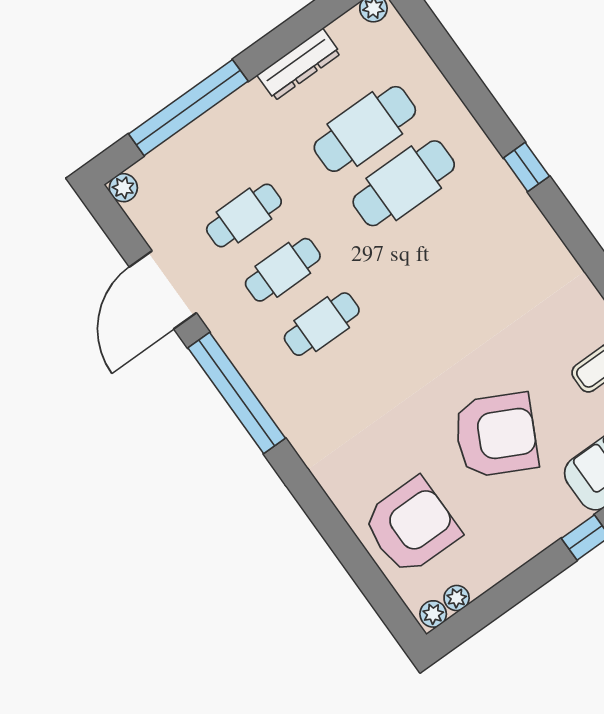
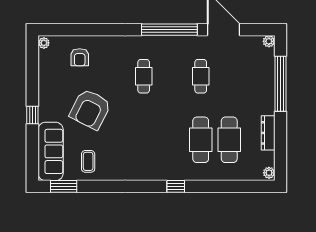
cafe table: (244, 215) -> (229, 76), removed
cafe table: (322, 324) -> (144, 76), moved
armchair: (411, 526) -> (80, 57), width x0.53, depth x0.53
plant: (457, 598) -> (43, 55), removed

